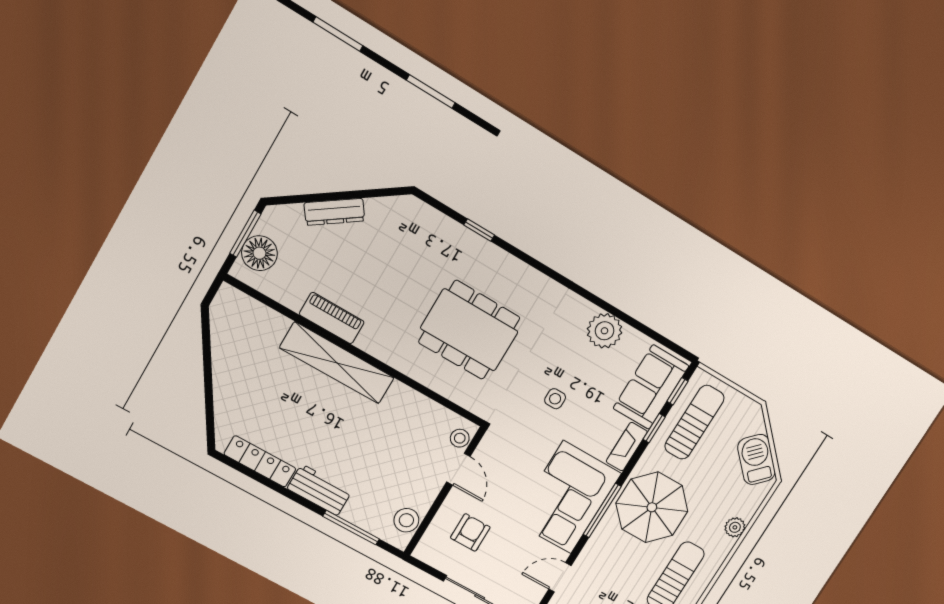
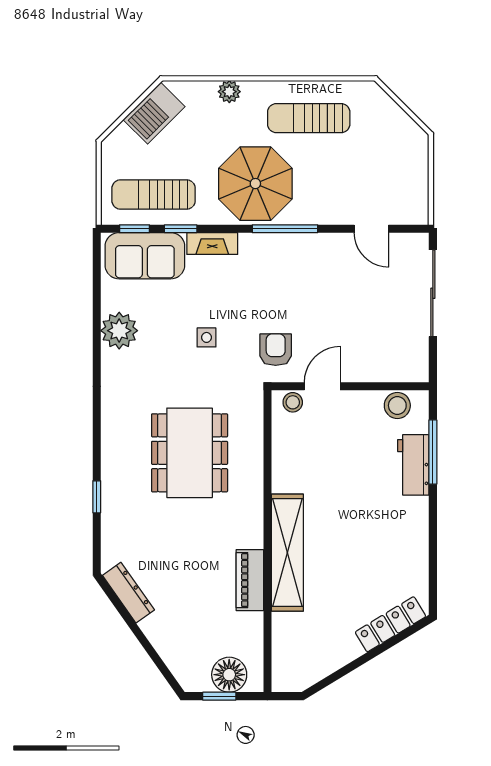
dresser: (334, 212) -> (128, 593), moved
window: (245, 234) -> (219, 696), width x0.67
locker: (260, 461) -> (390, 624), moved, turned 59
workbench: (320, 490) -> (413, 465), moved
corner sofa: (567, 497) -> (291, 269), removed
armchair: (470, 532) -> (276, 350), moved, turned 90

